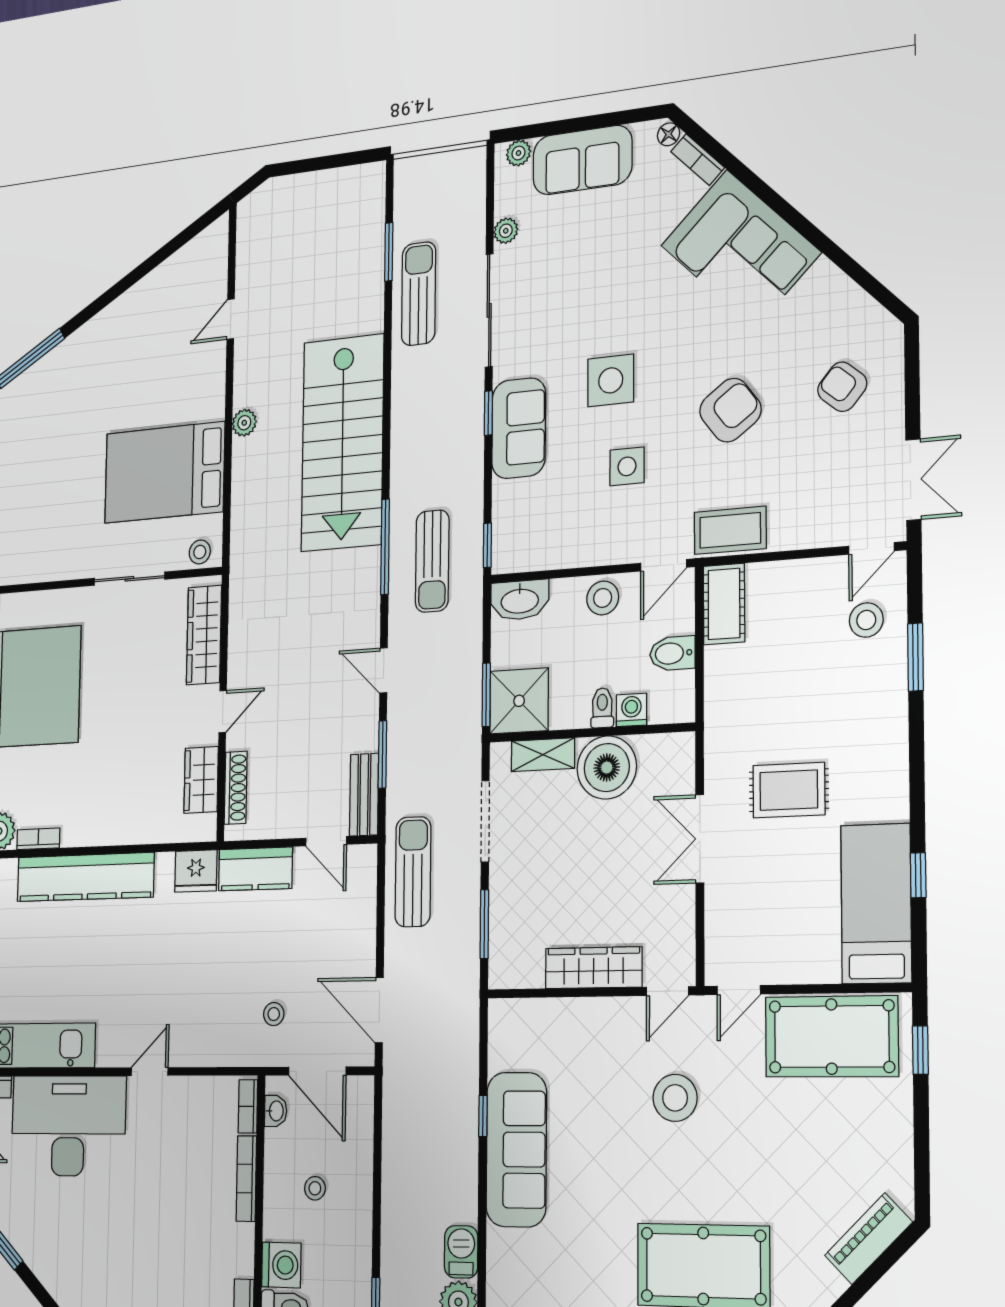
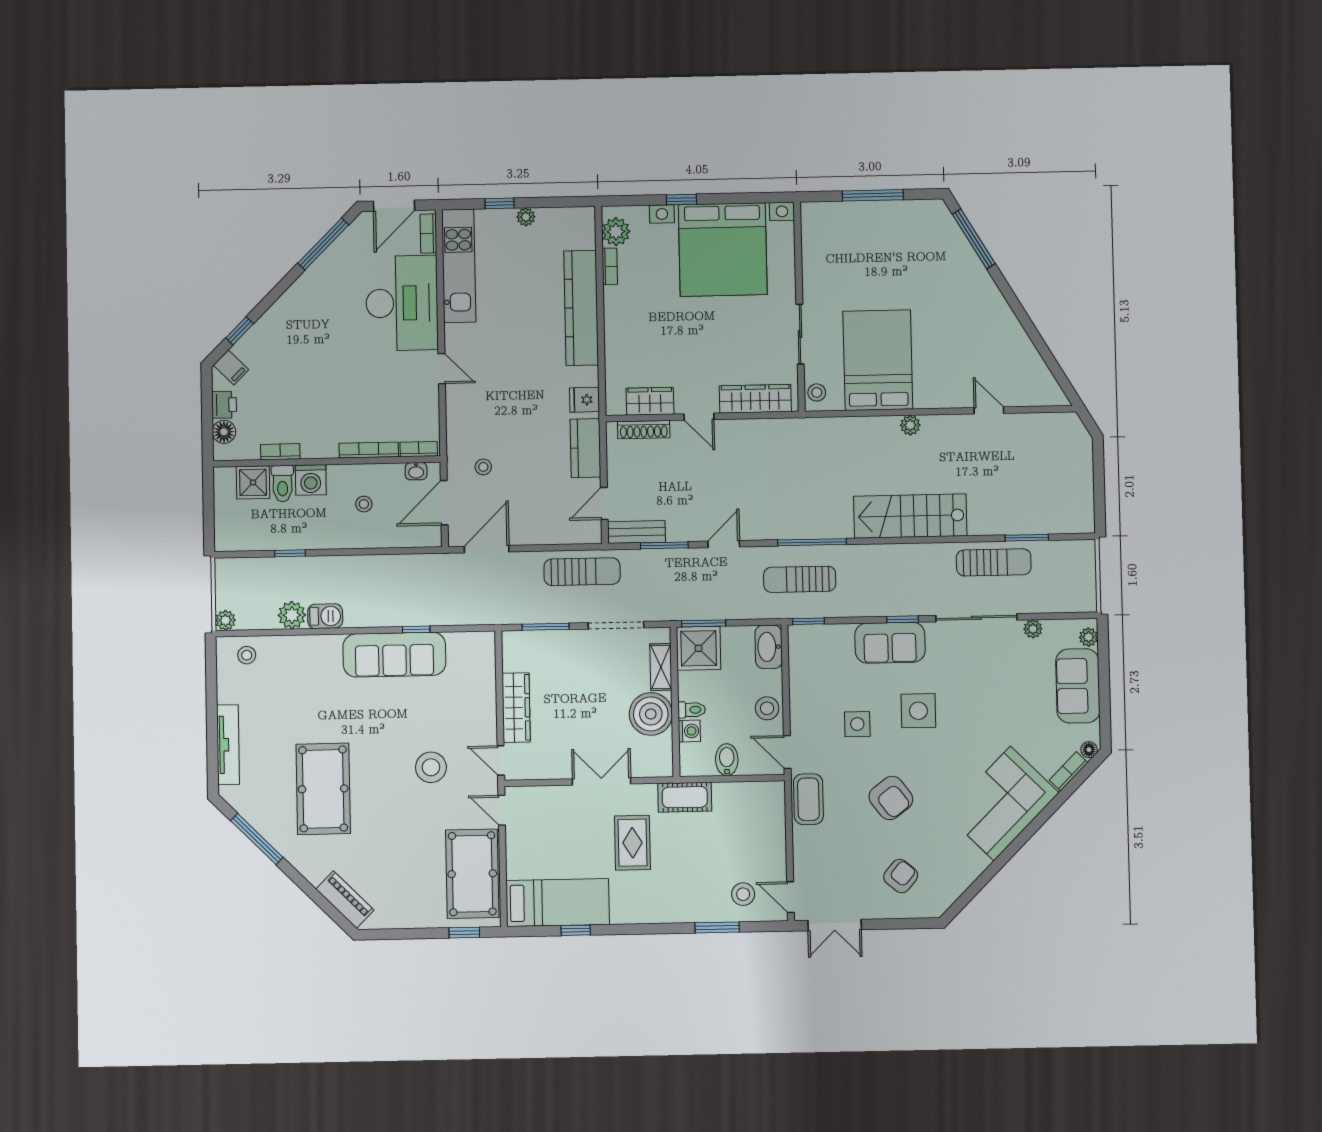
stairs: (342, 443) -> (910, 516), width x0.73, depth x0.66
cot: (724, 604) -> (685, 797), moved
fridge: (196, 871) -> (585, 400), width x0.72

